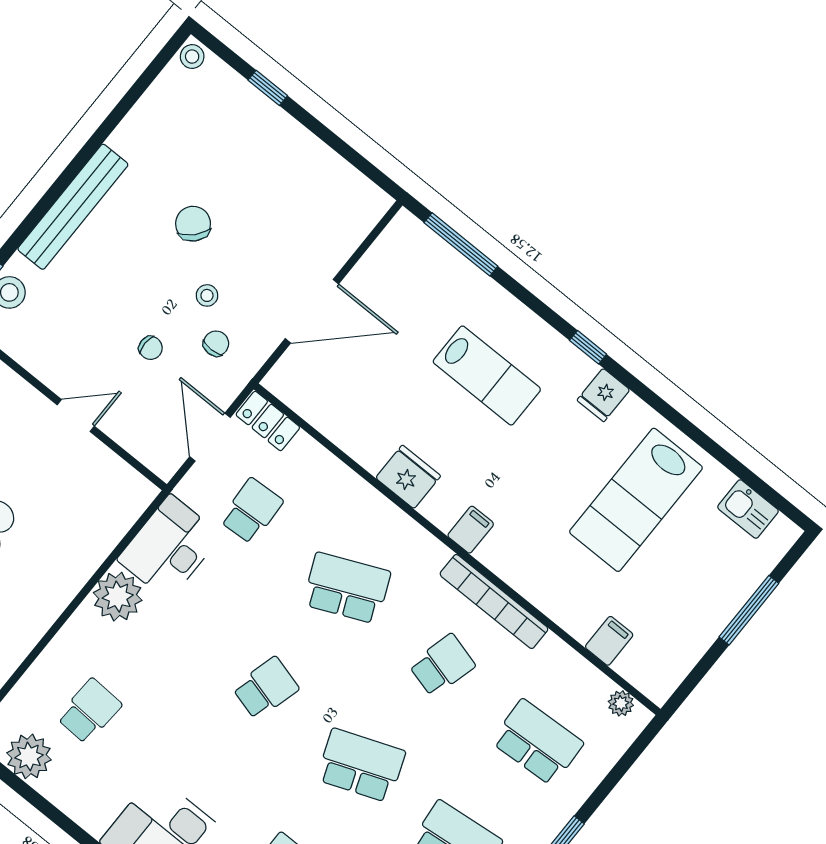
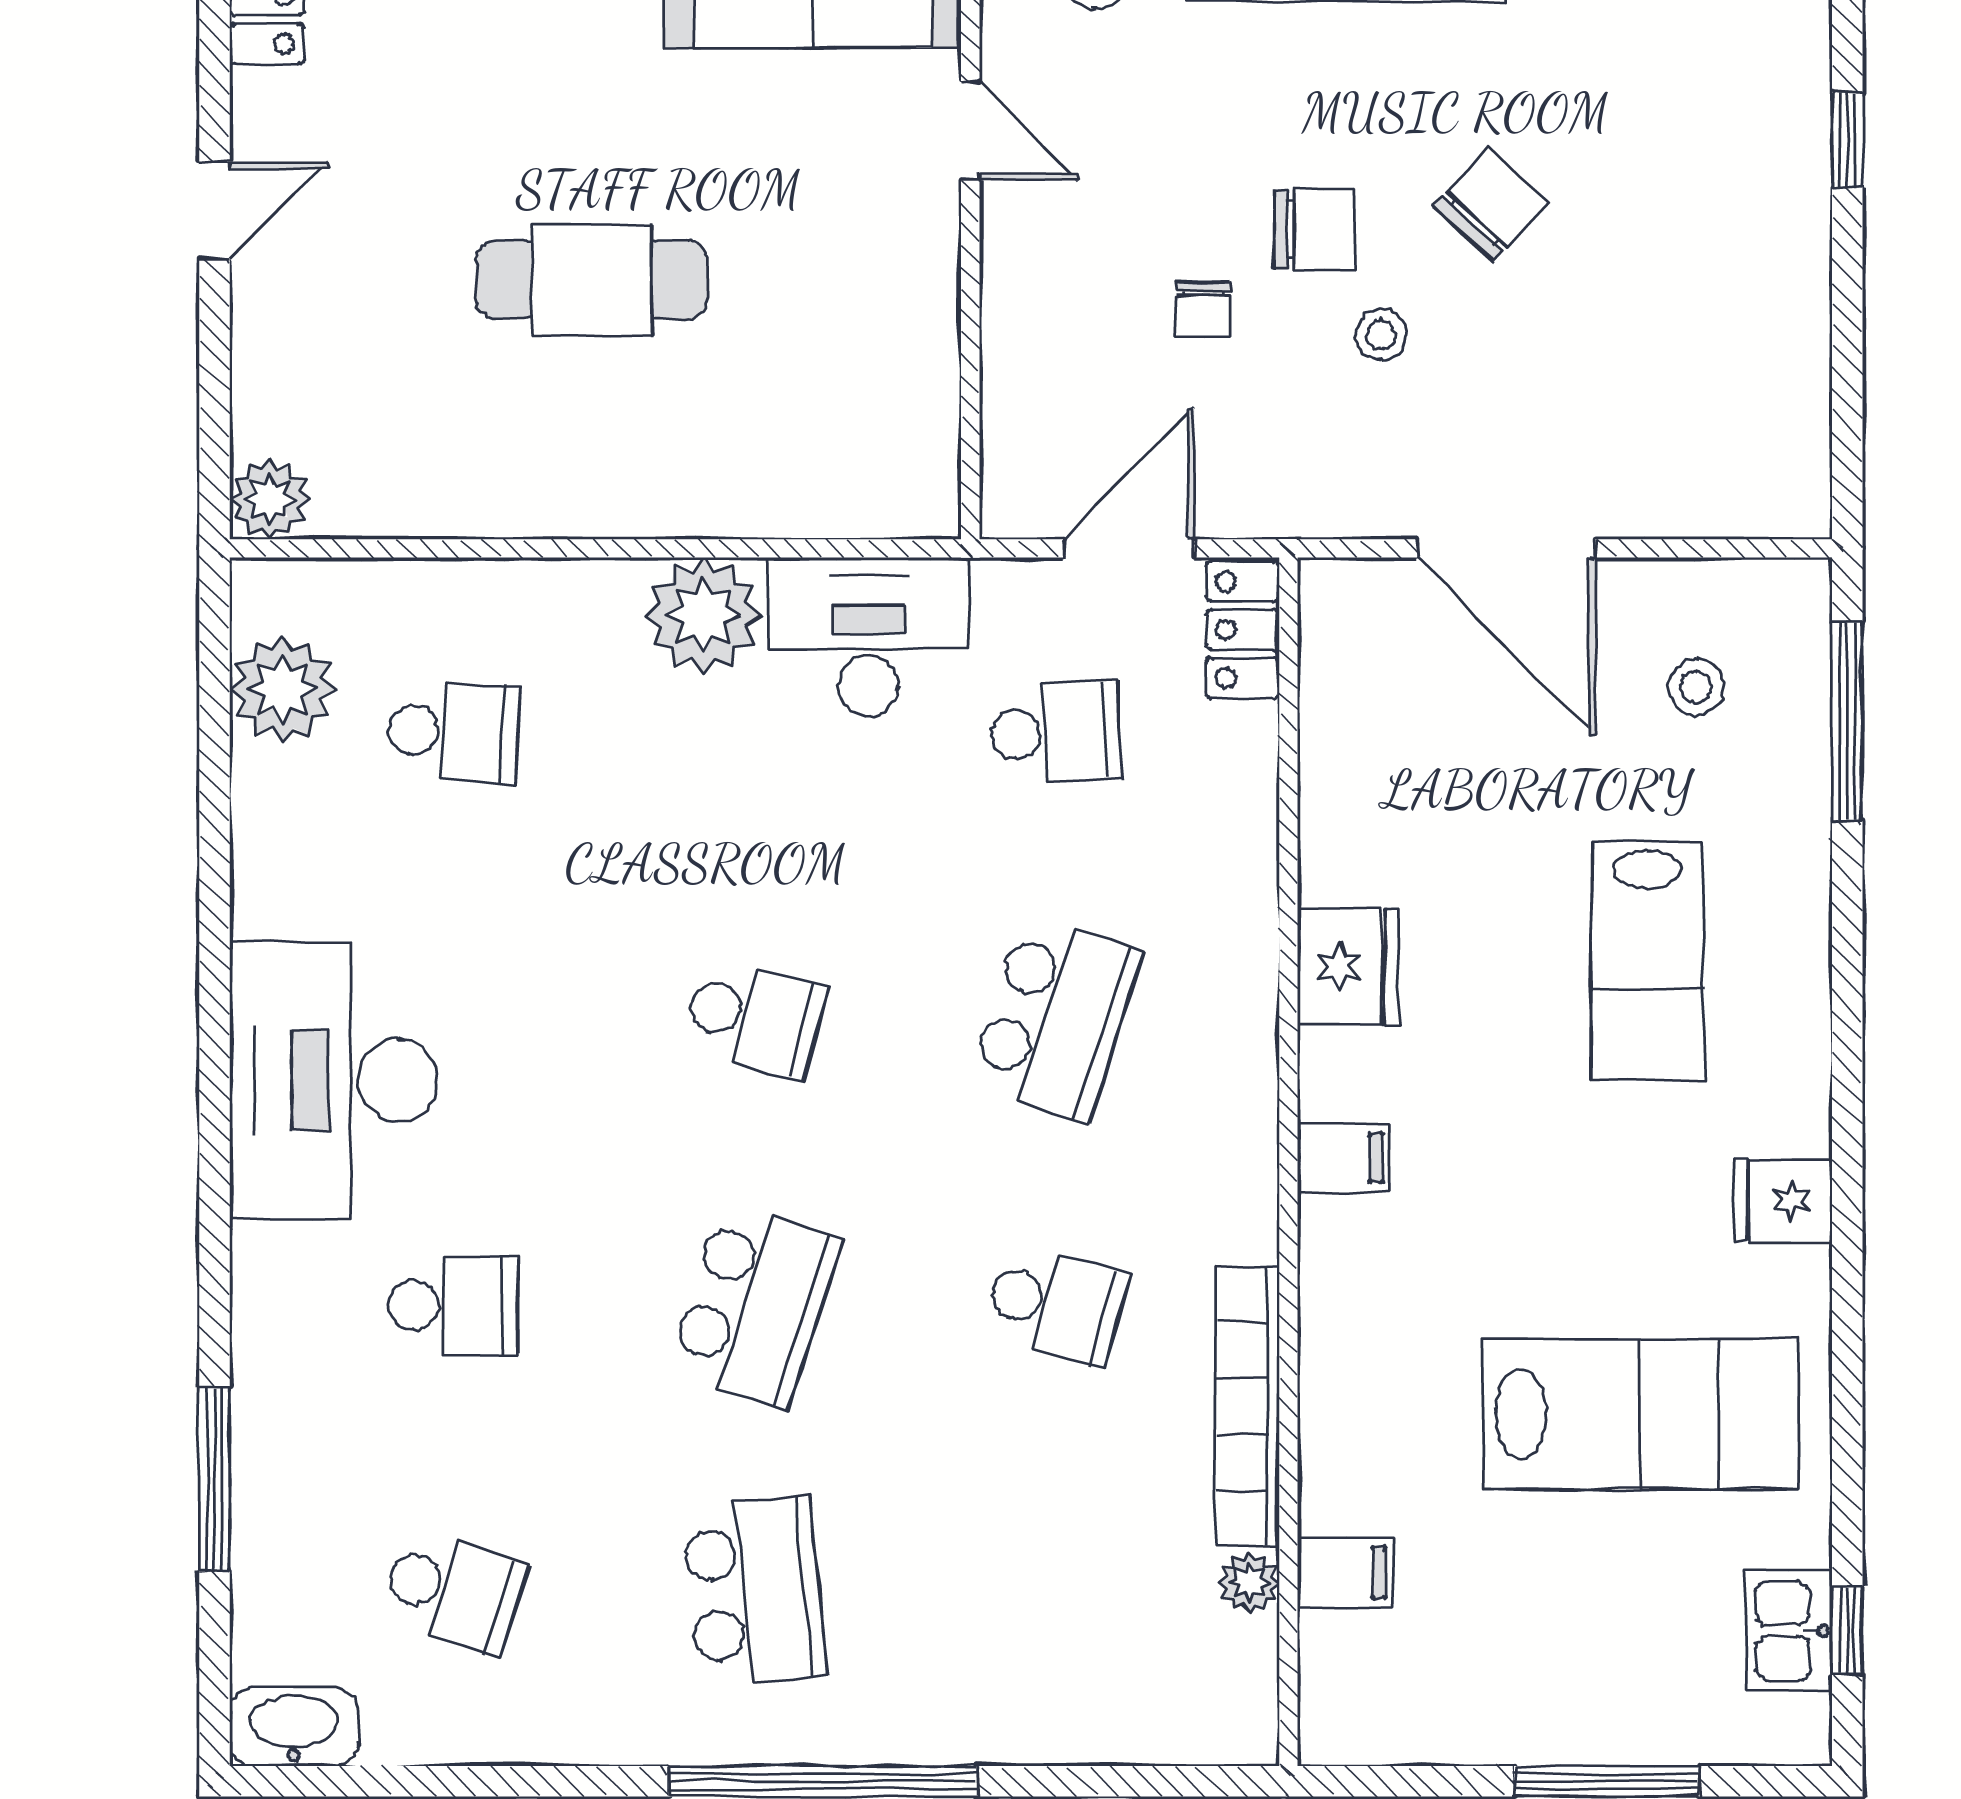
stool: (409, 286) -> (1696, 687), added
chair: (216, 344) -> (1314, 229), moved, width x1.37, depth x1.37
window: (588, 347) -> (1847, 1631), moved
door: (76, 416) -> (970, 130), moved
lab bench: (636, 500) -> (1641, 1414), turned 180
school desk: (347, 588) -> (1055, 1019), turned 42
bookcase: (494, 601) -> (1248, 1406), moved
plant: (621, 703) -> (1249, 1582), moved
school desk: (537, 742) -> (1055, 1591), removed
school desk: (361, 765) -> (754, 1305), turned 39

